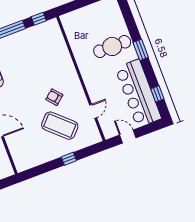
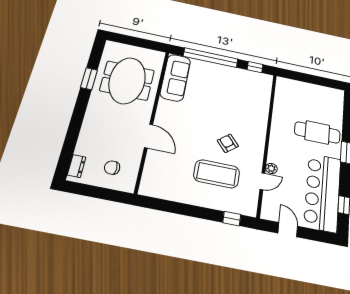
plant: (94, 97) -> (271, 168), added
coffee table: (60, 126) -> (217, 174), turned -43
window: (69, 159) -> (232, 219), moved

